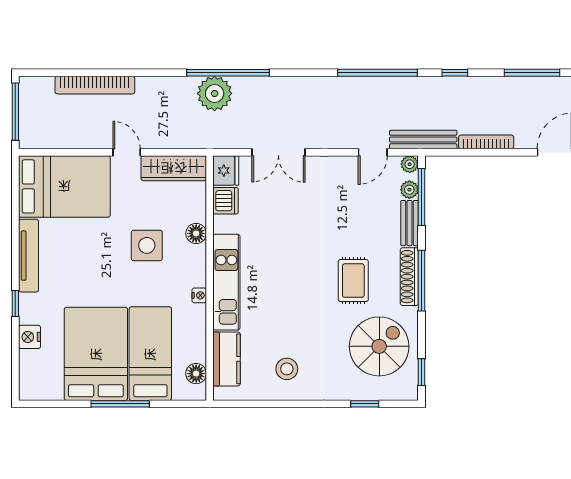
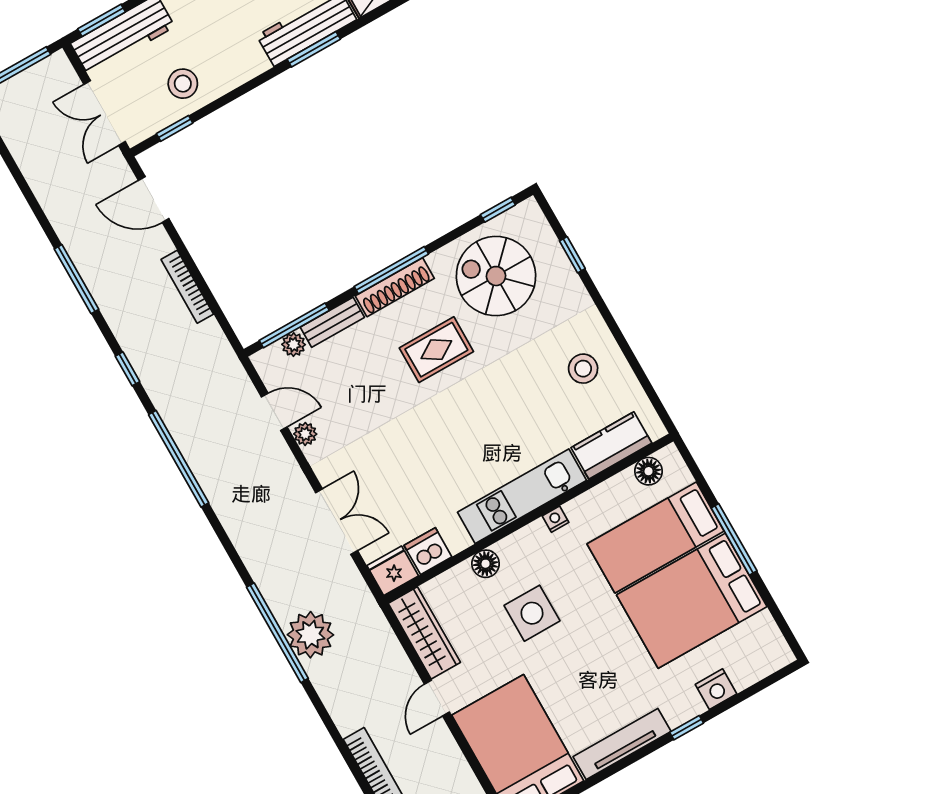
bench: (423, 140) -> (226, 362), removed
plant: (410, 164) -> (305, 434), moved

